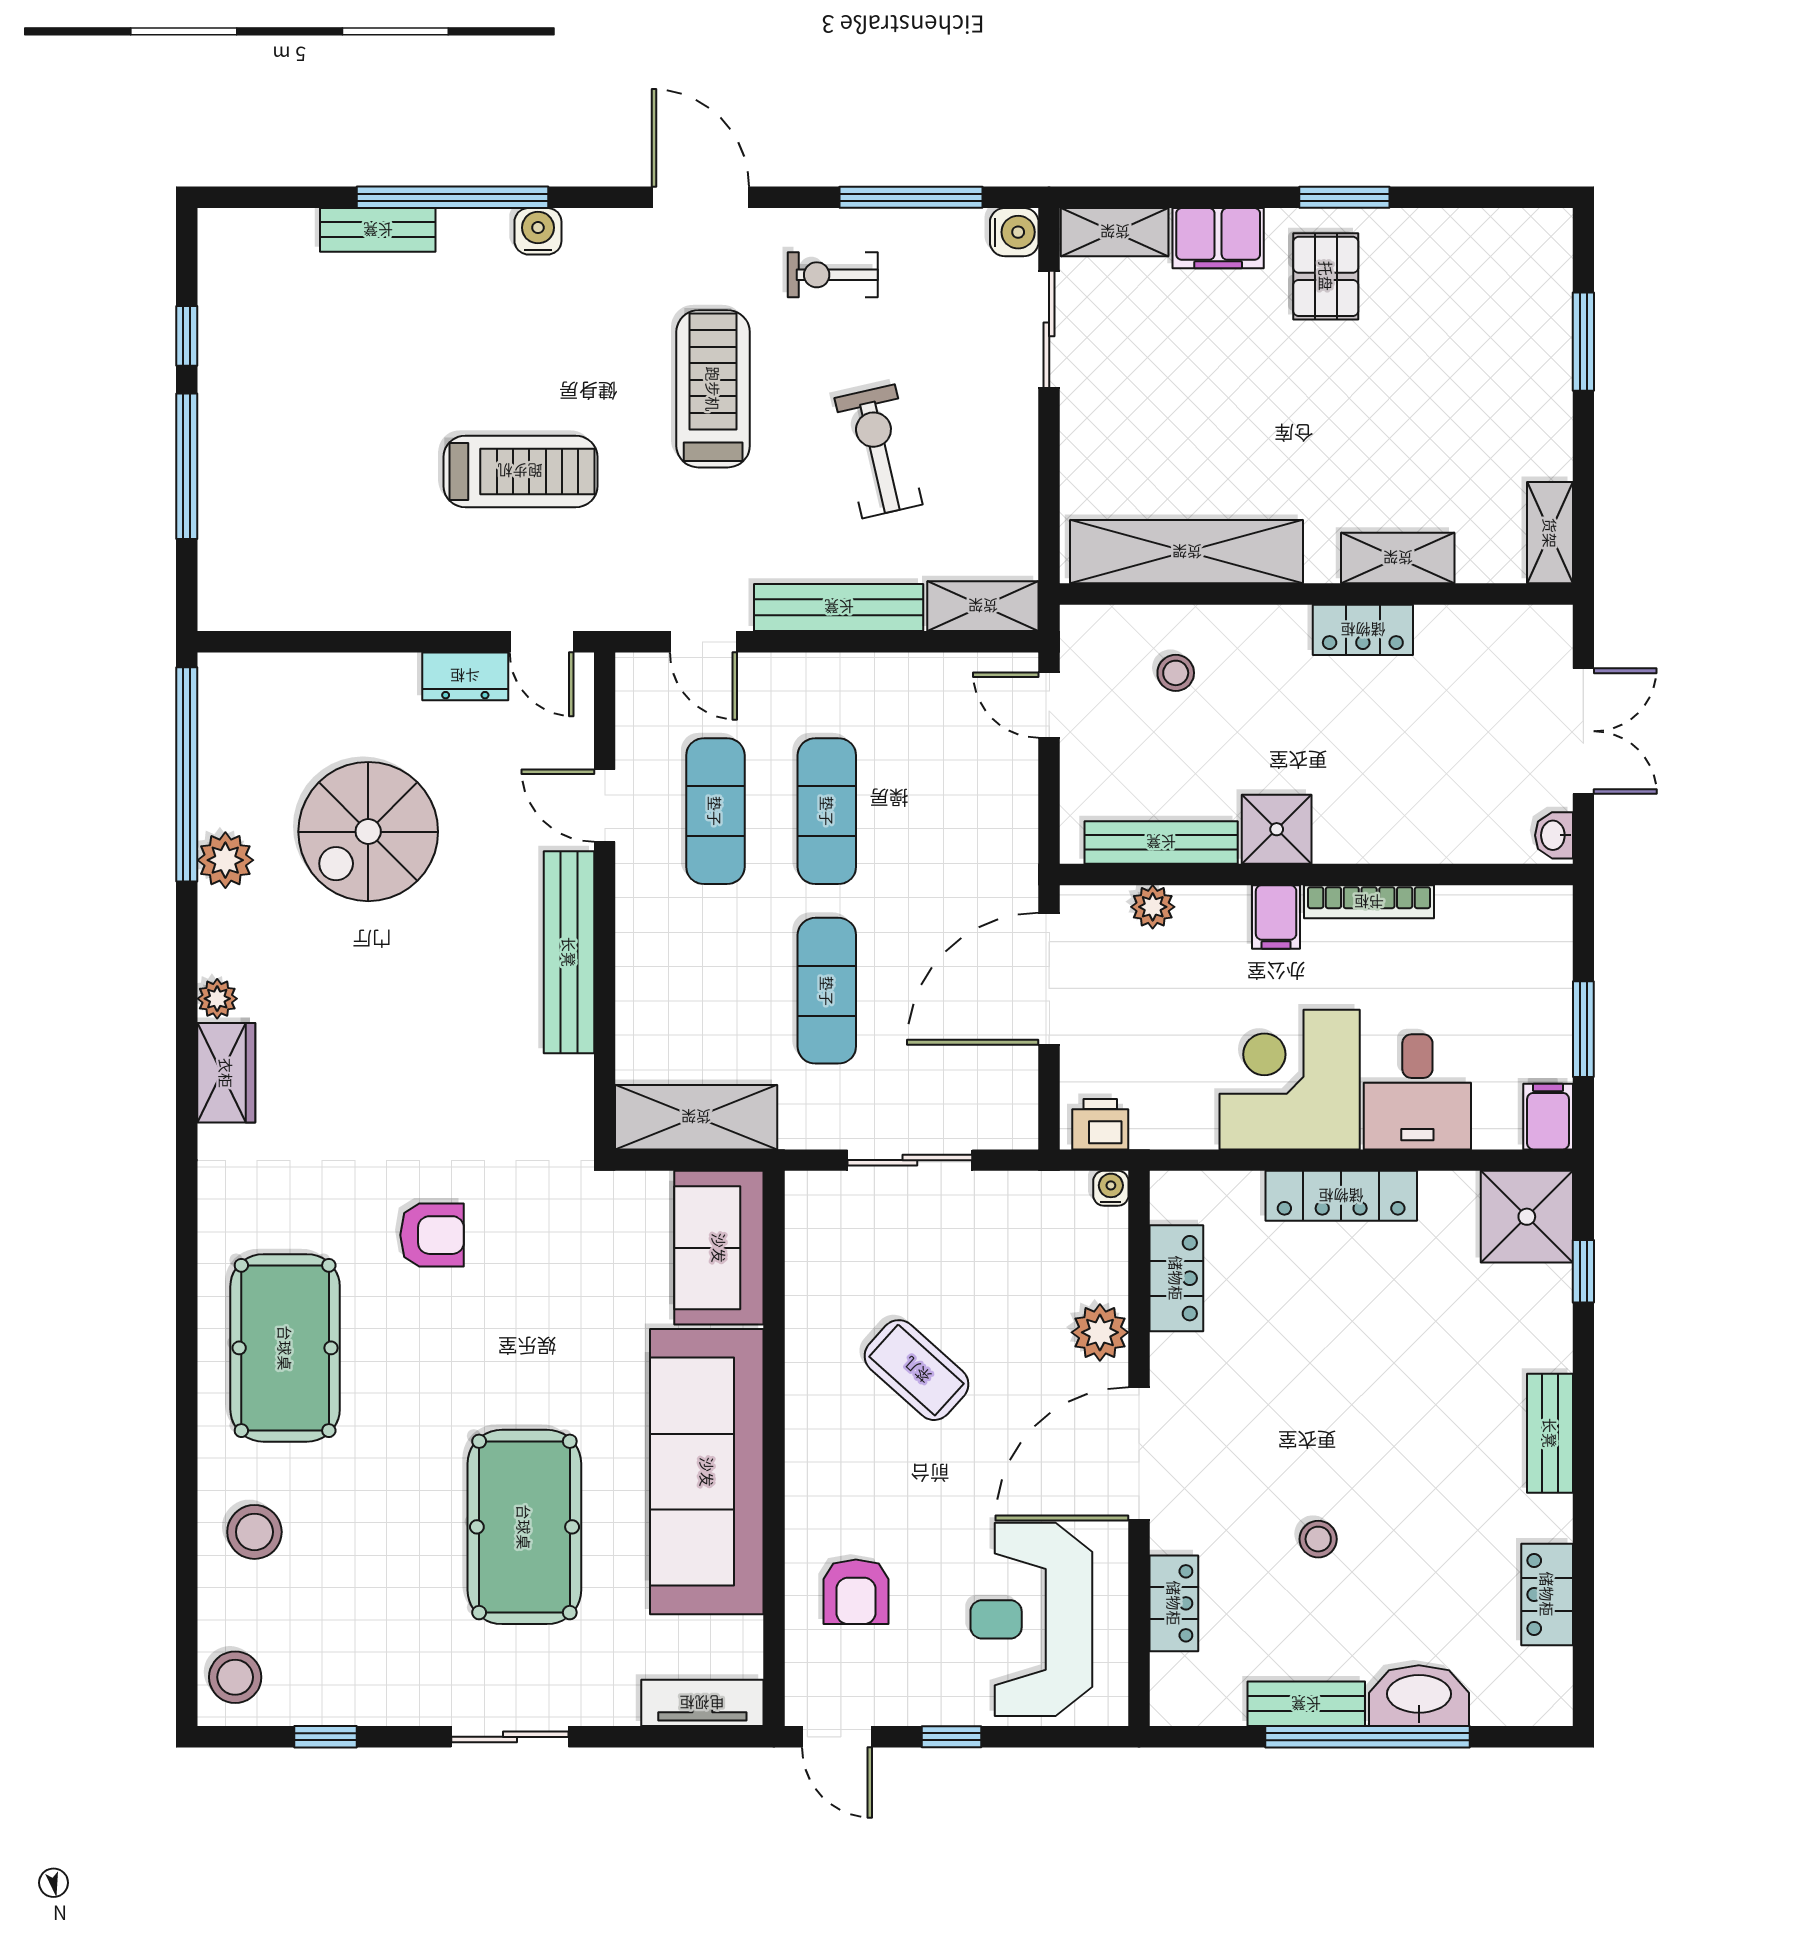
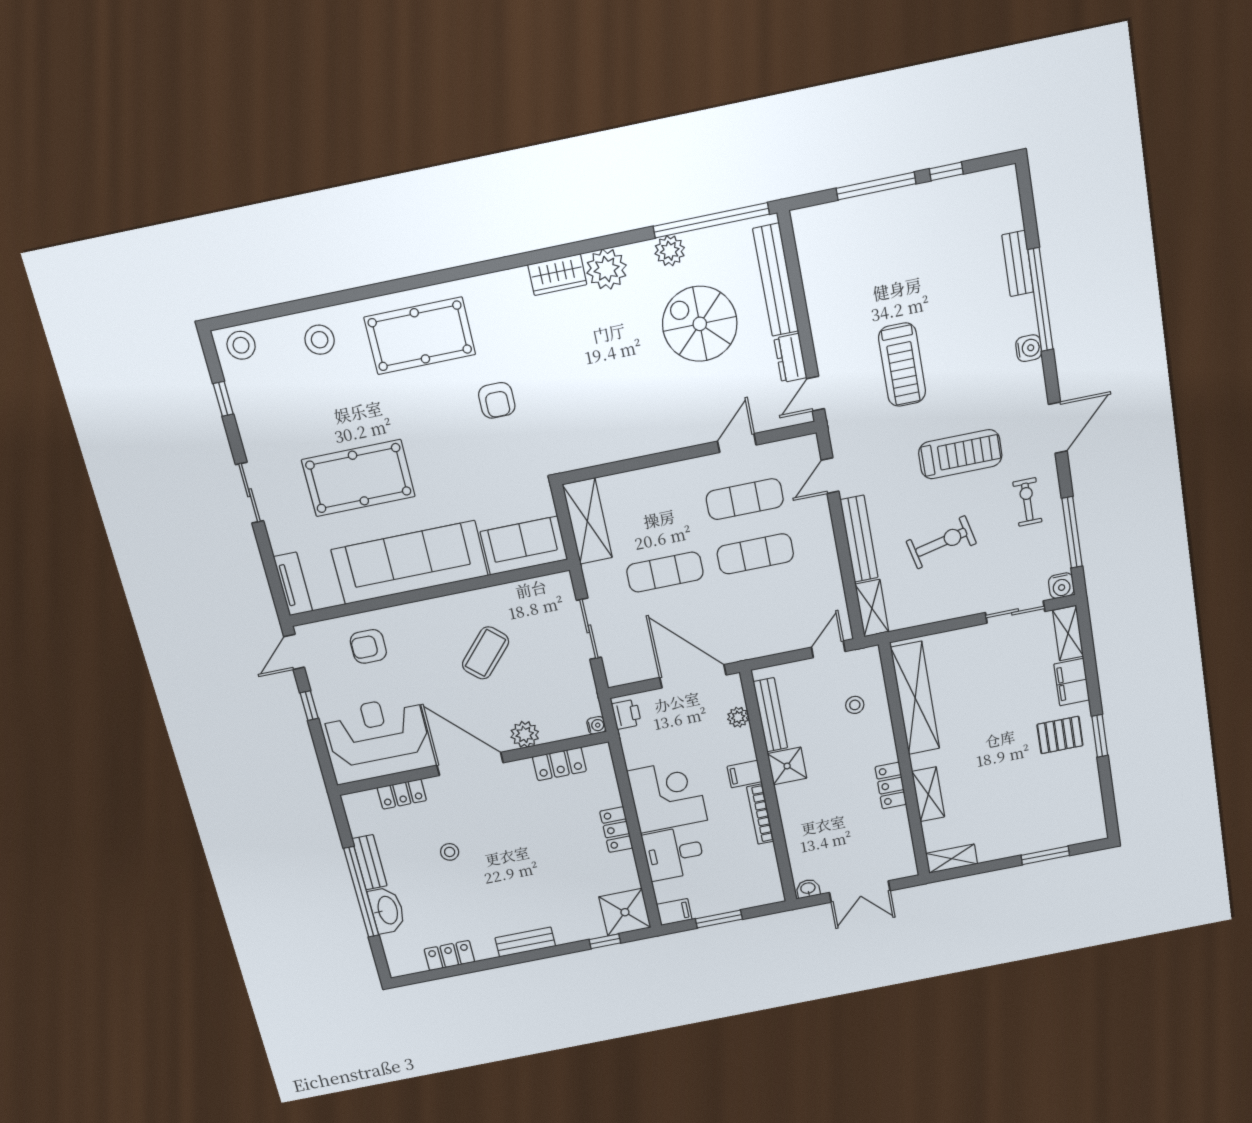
bench: (569, 952) -> (776, 280), moved, turned 90
plant: (217, 999) -> (607, 269), width x1.87, depth x1.87
locker: (1341, 1196) -> (616, 830), width x0.66

